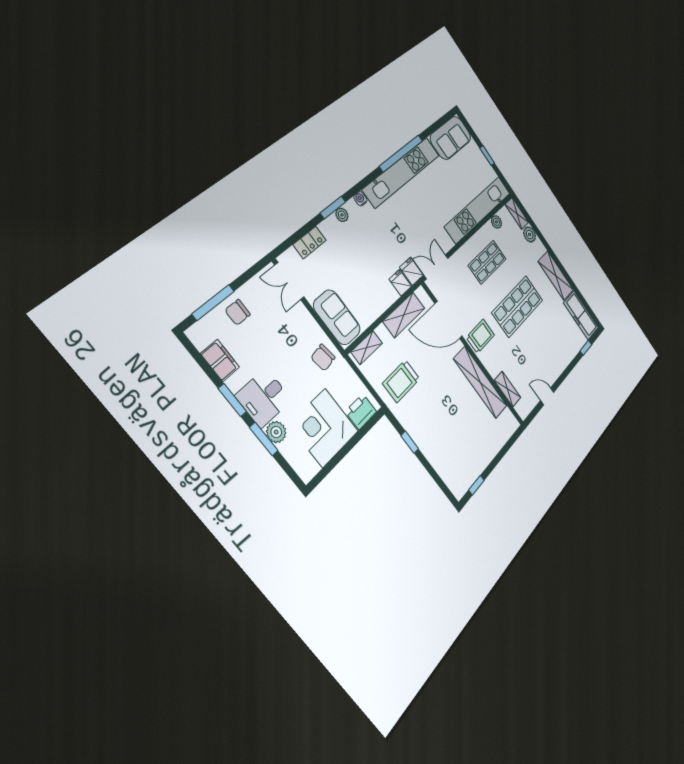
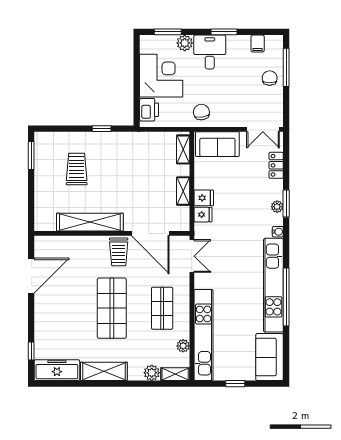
fridge: (411, 271) -> (204, 198), moved
double door: (289, 281) -> (263, 129), swing flipped
shelving: (404, 315) -> (183, 191), width x0.67, depth x0.75
door: (448, 320) -> (150, 233), swing flipped
filing cabinet: (220, 360) -> (258, 43), width x0.50
trolley: (401, 381) -> (77, 169), moved
shelving: (507, 389) -> (66, 243), removed
door: (547, 396) -> (31, 276), width x1.88
window: (264, 439) -> (168, 32), moved
window: (476, 485) -> (31, 155), width x1.50

